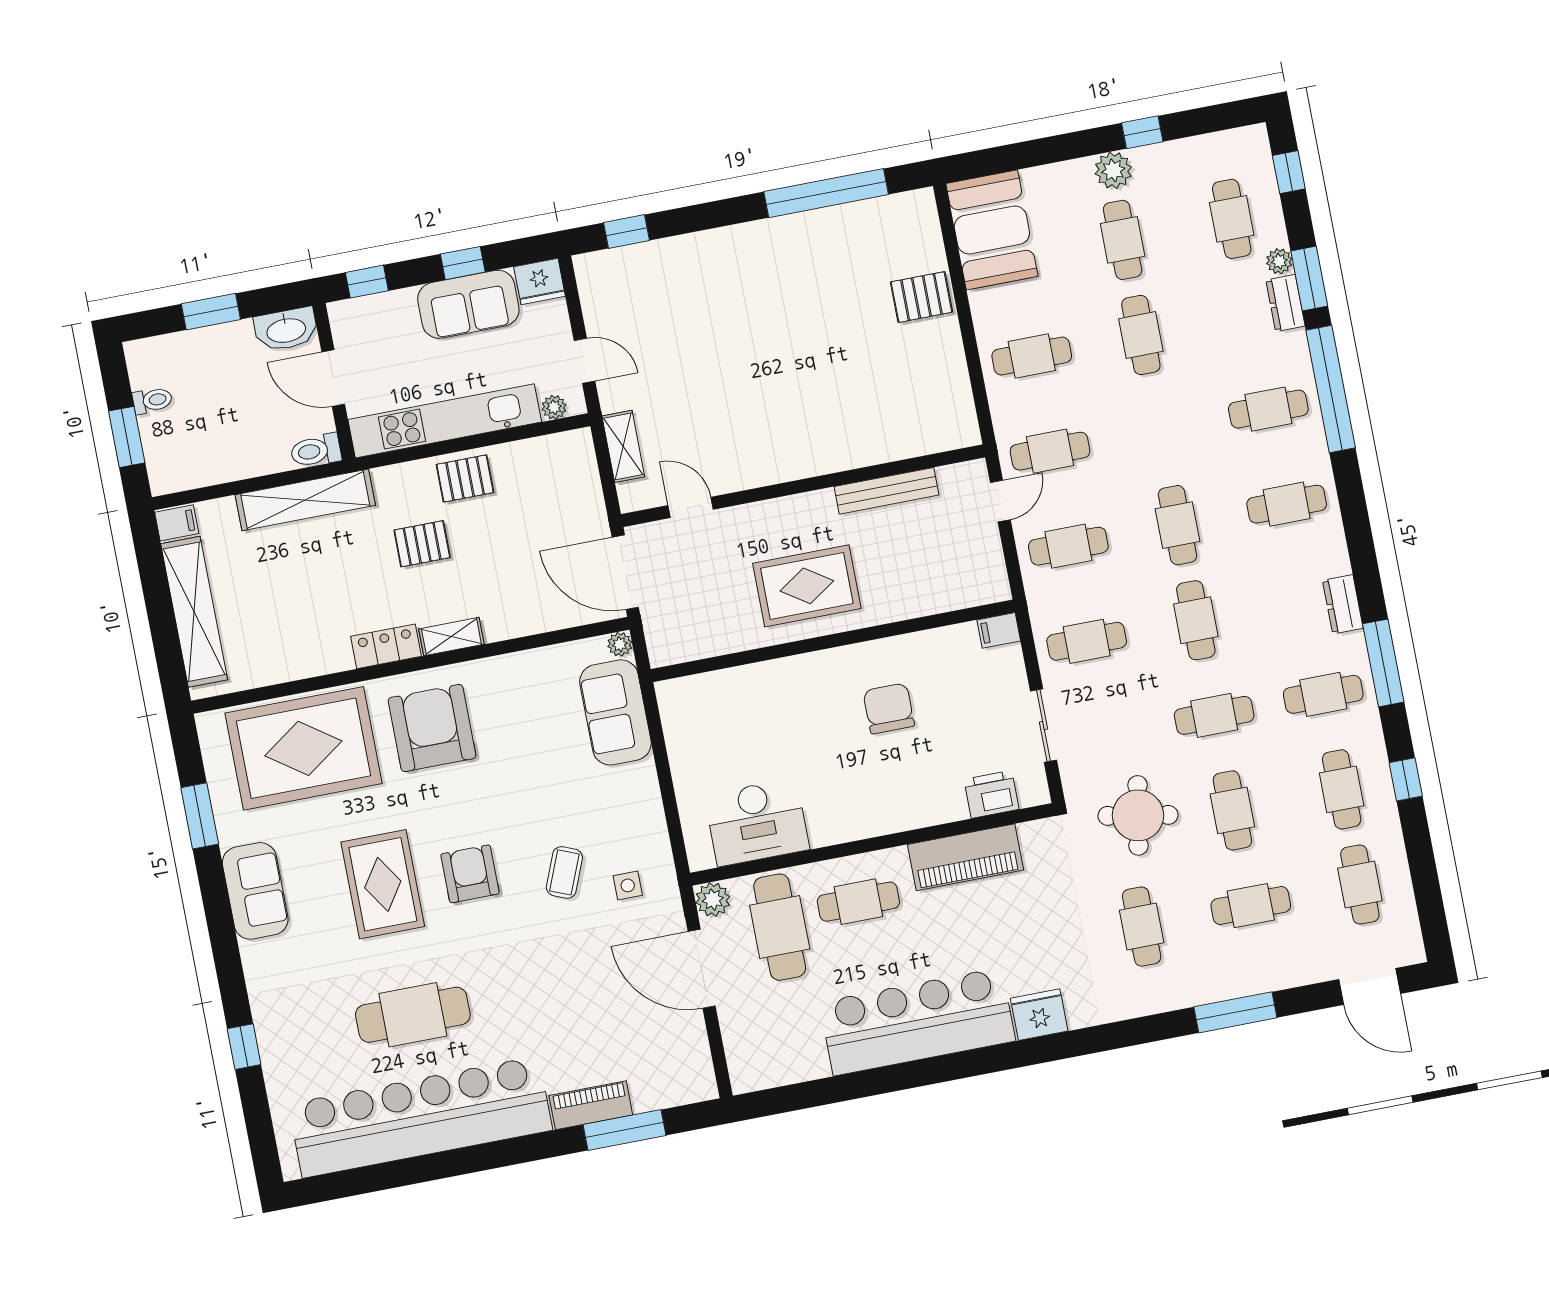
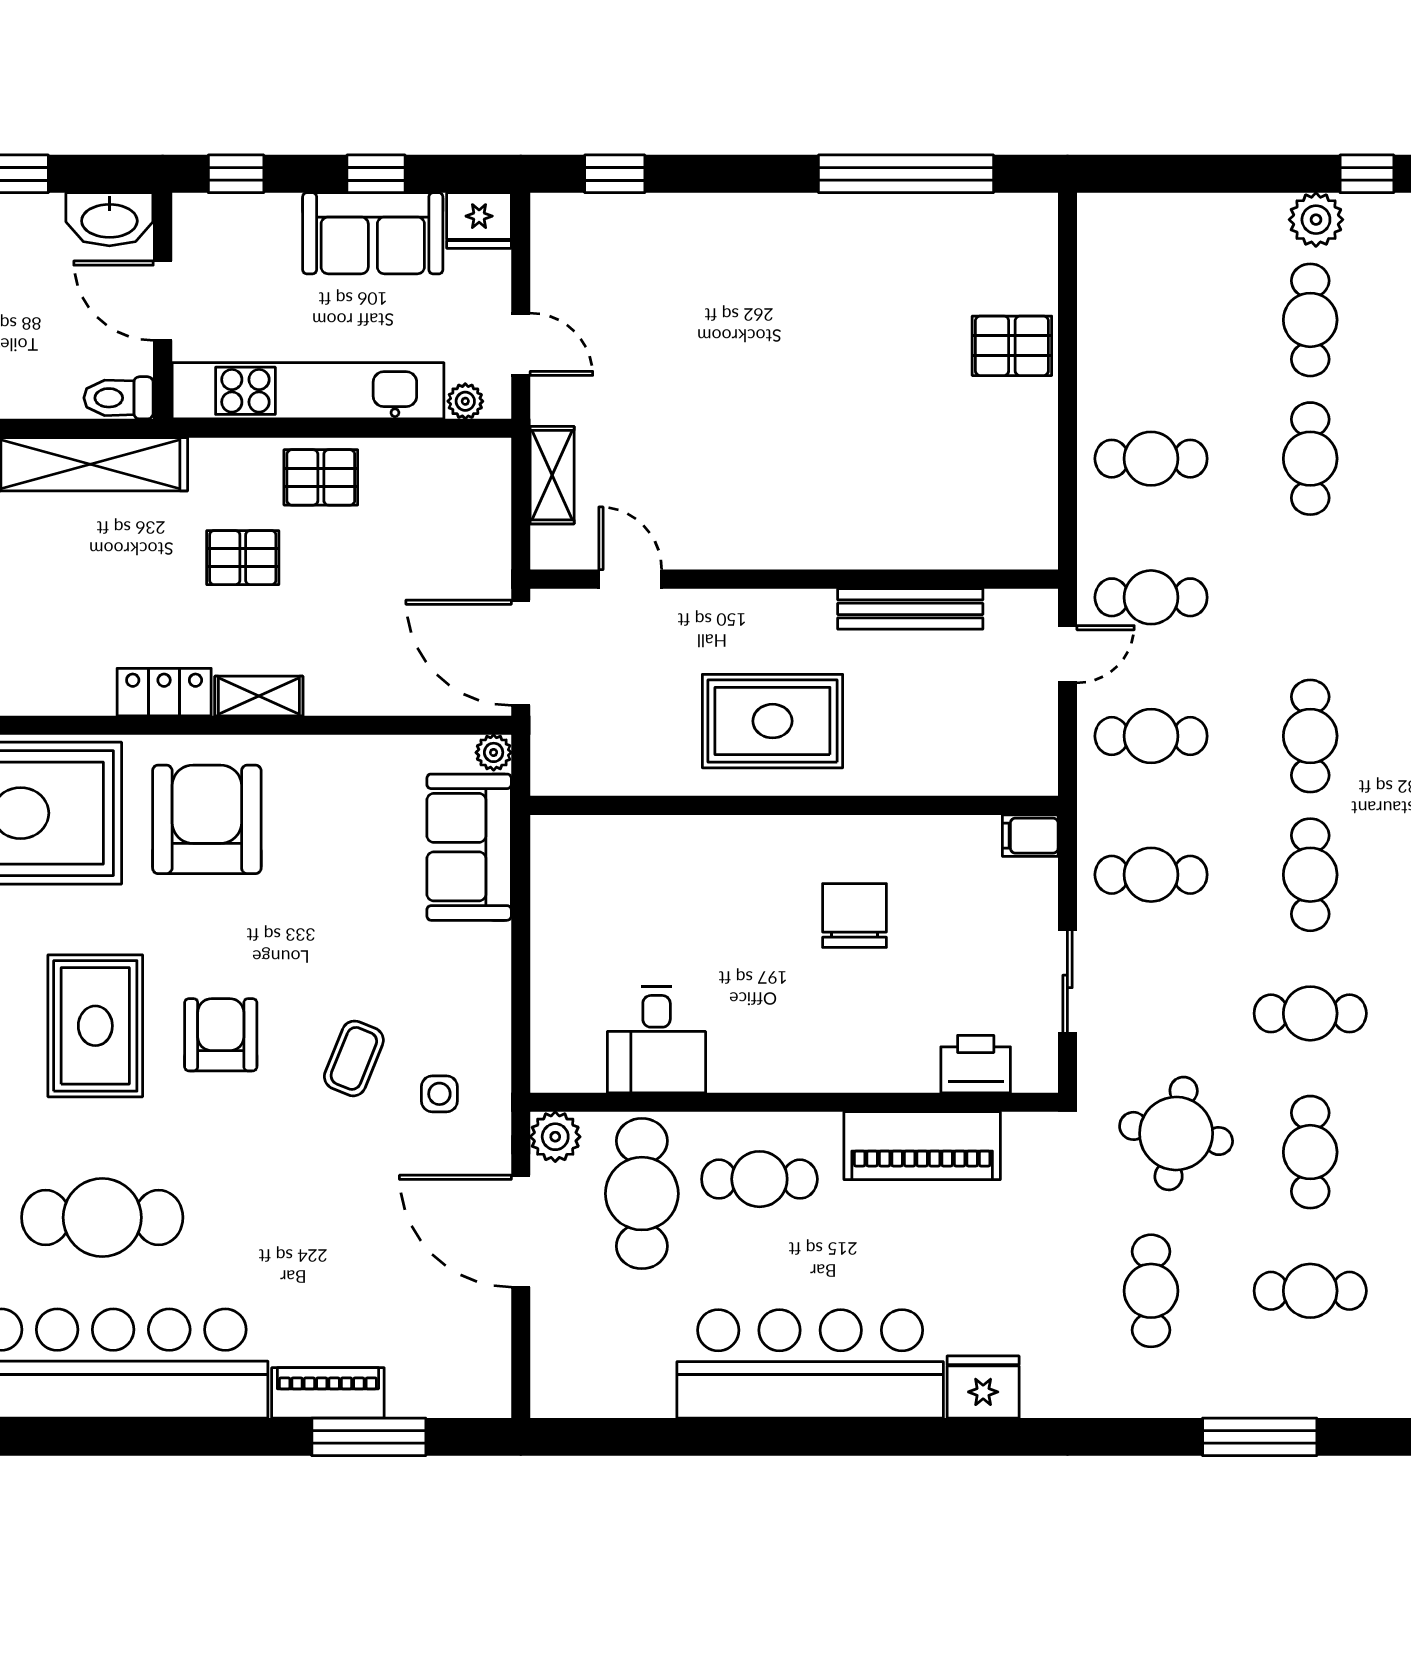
booth: (992, 230) -> (1129, 271), removed
desk: (757, 822) -> (657, 1040), width x0.73

